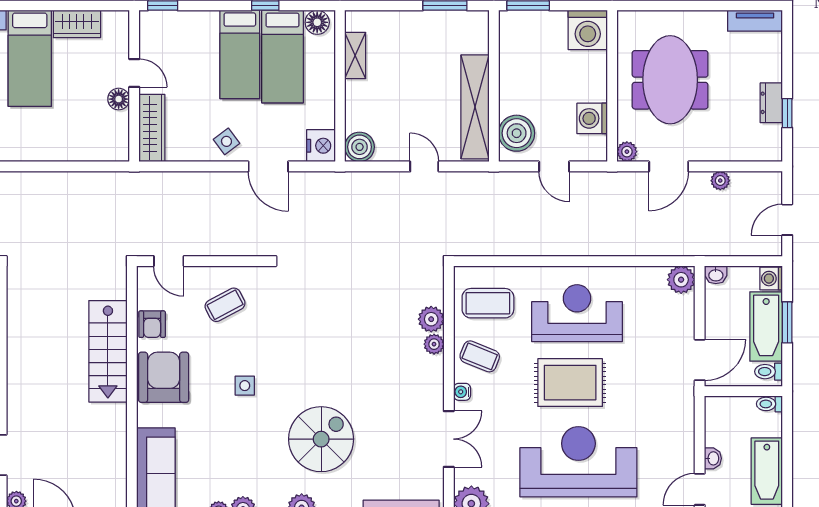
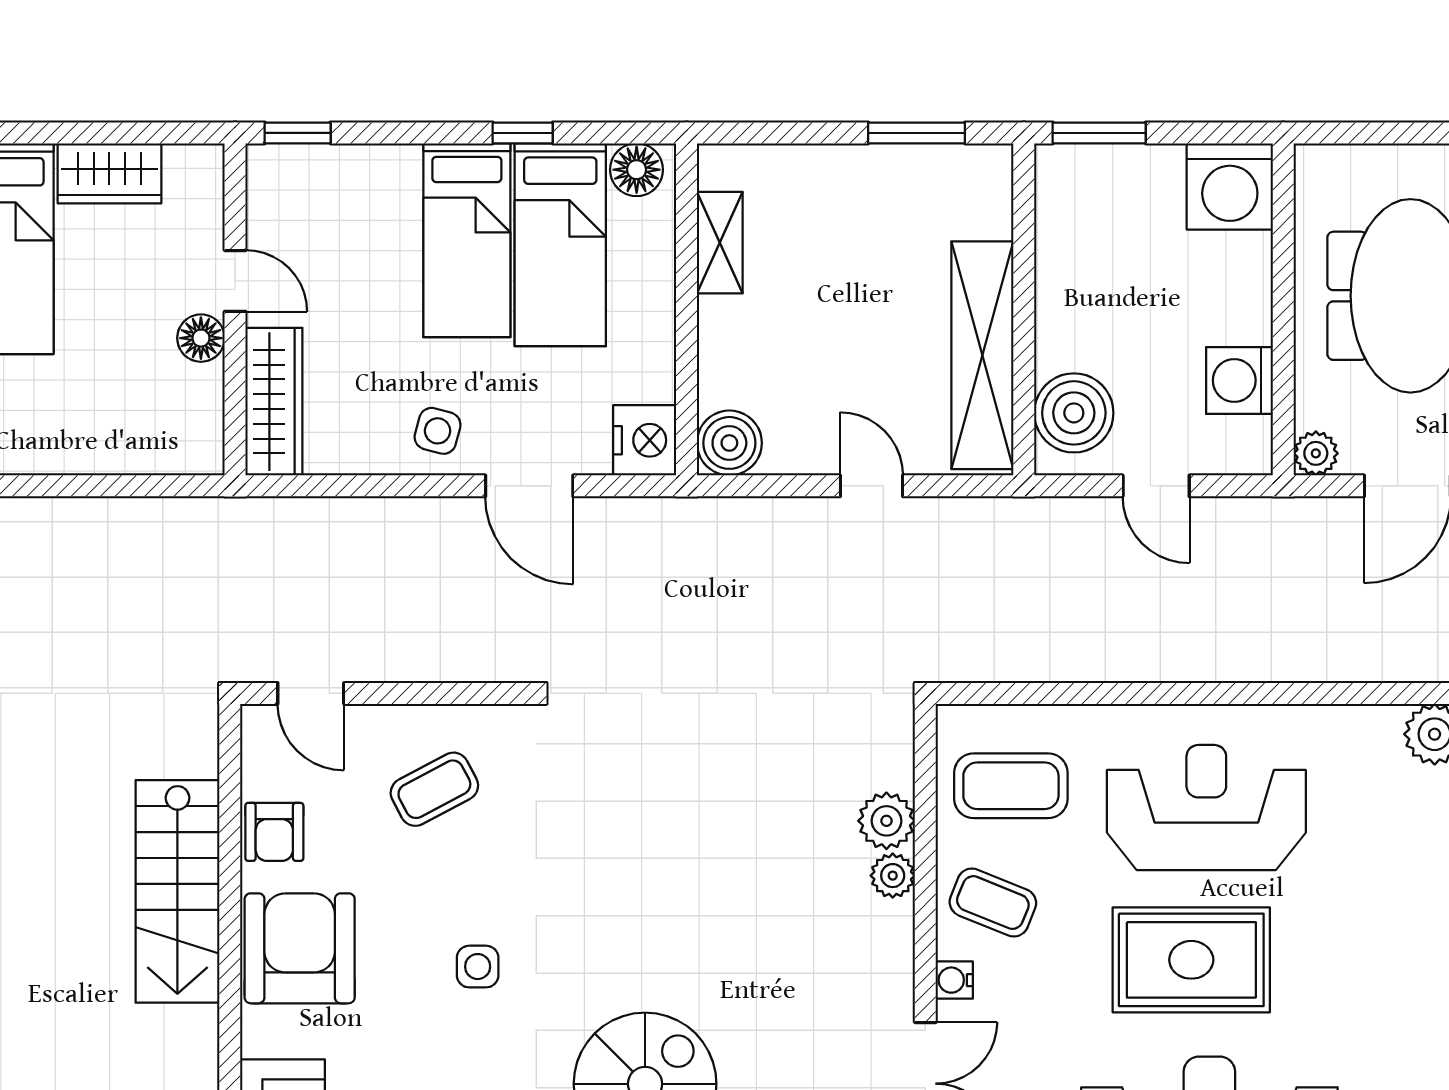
side table: (226, 141) -> (438, 431), turned -38

